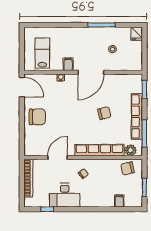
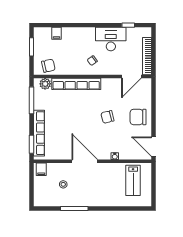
fridge: (137, 34) -> (39, 200), removed
filing cabinet: (68, 64) -> (41, 169), moved
door: (91, 72) -> (85, 161), hinge flipped
chair: (104, 113) -> (107, 117), moved
row of seats: (137, 116) -> (39, 133), moved
door: (58, 158) -> (131, 77), moved

